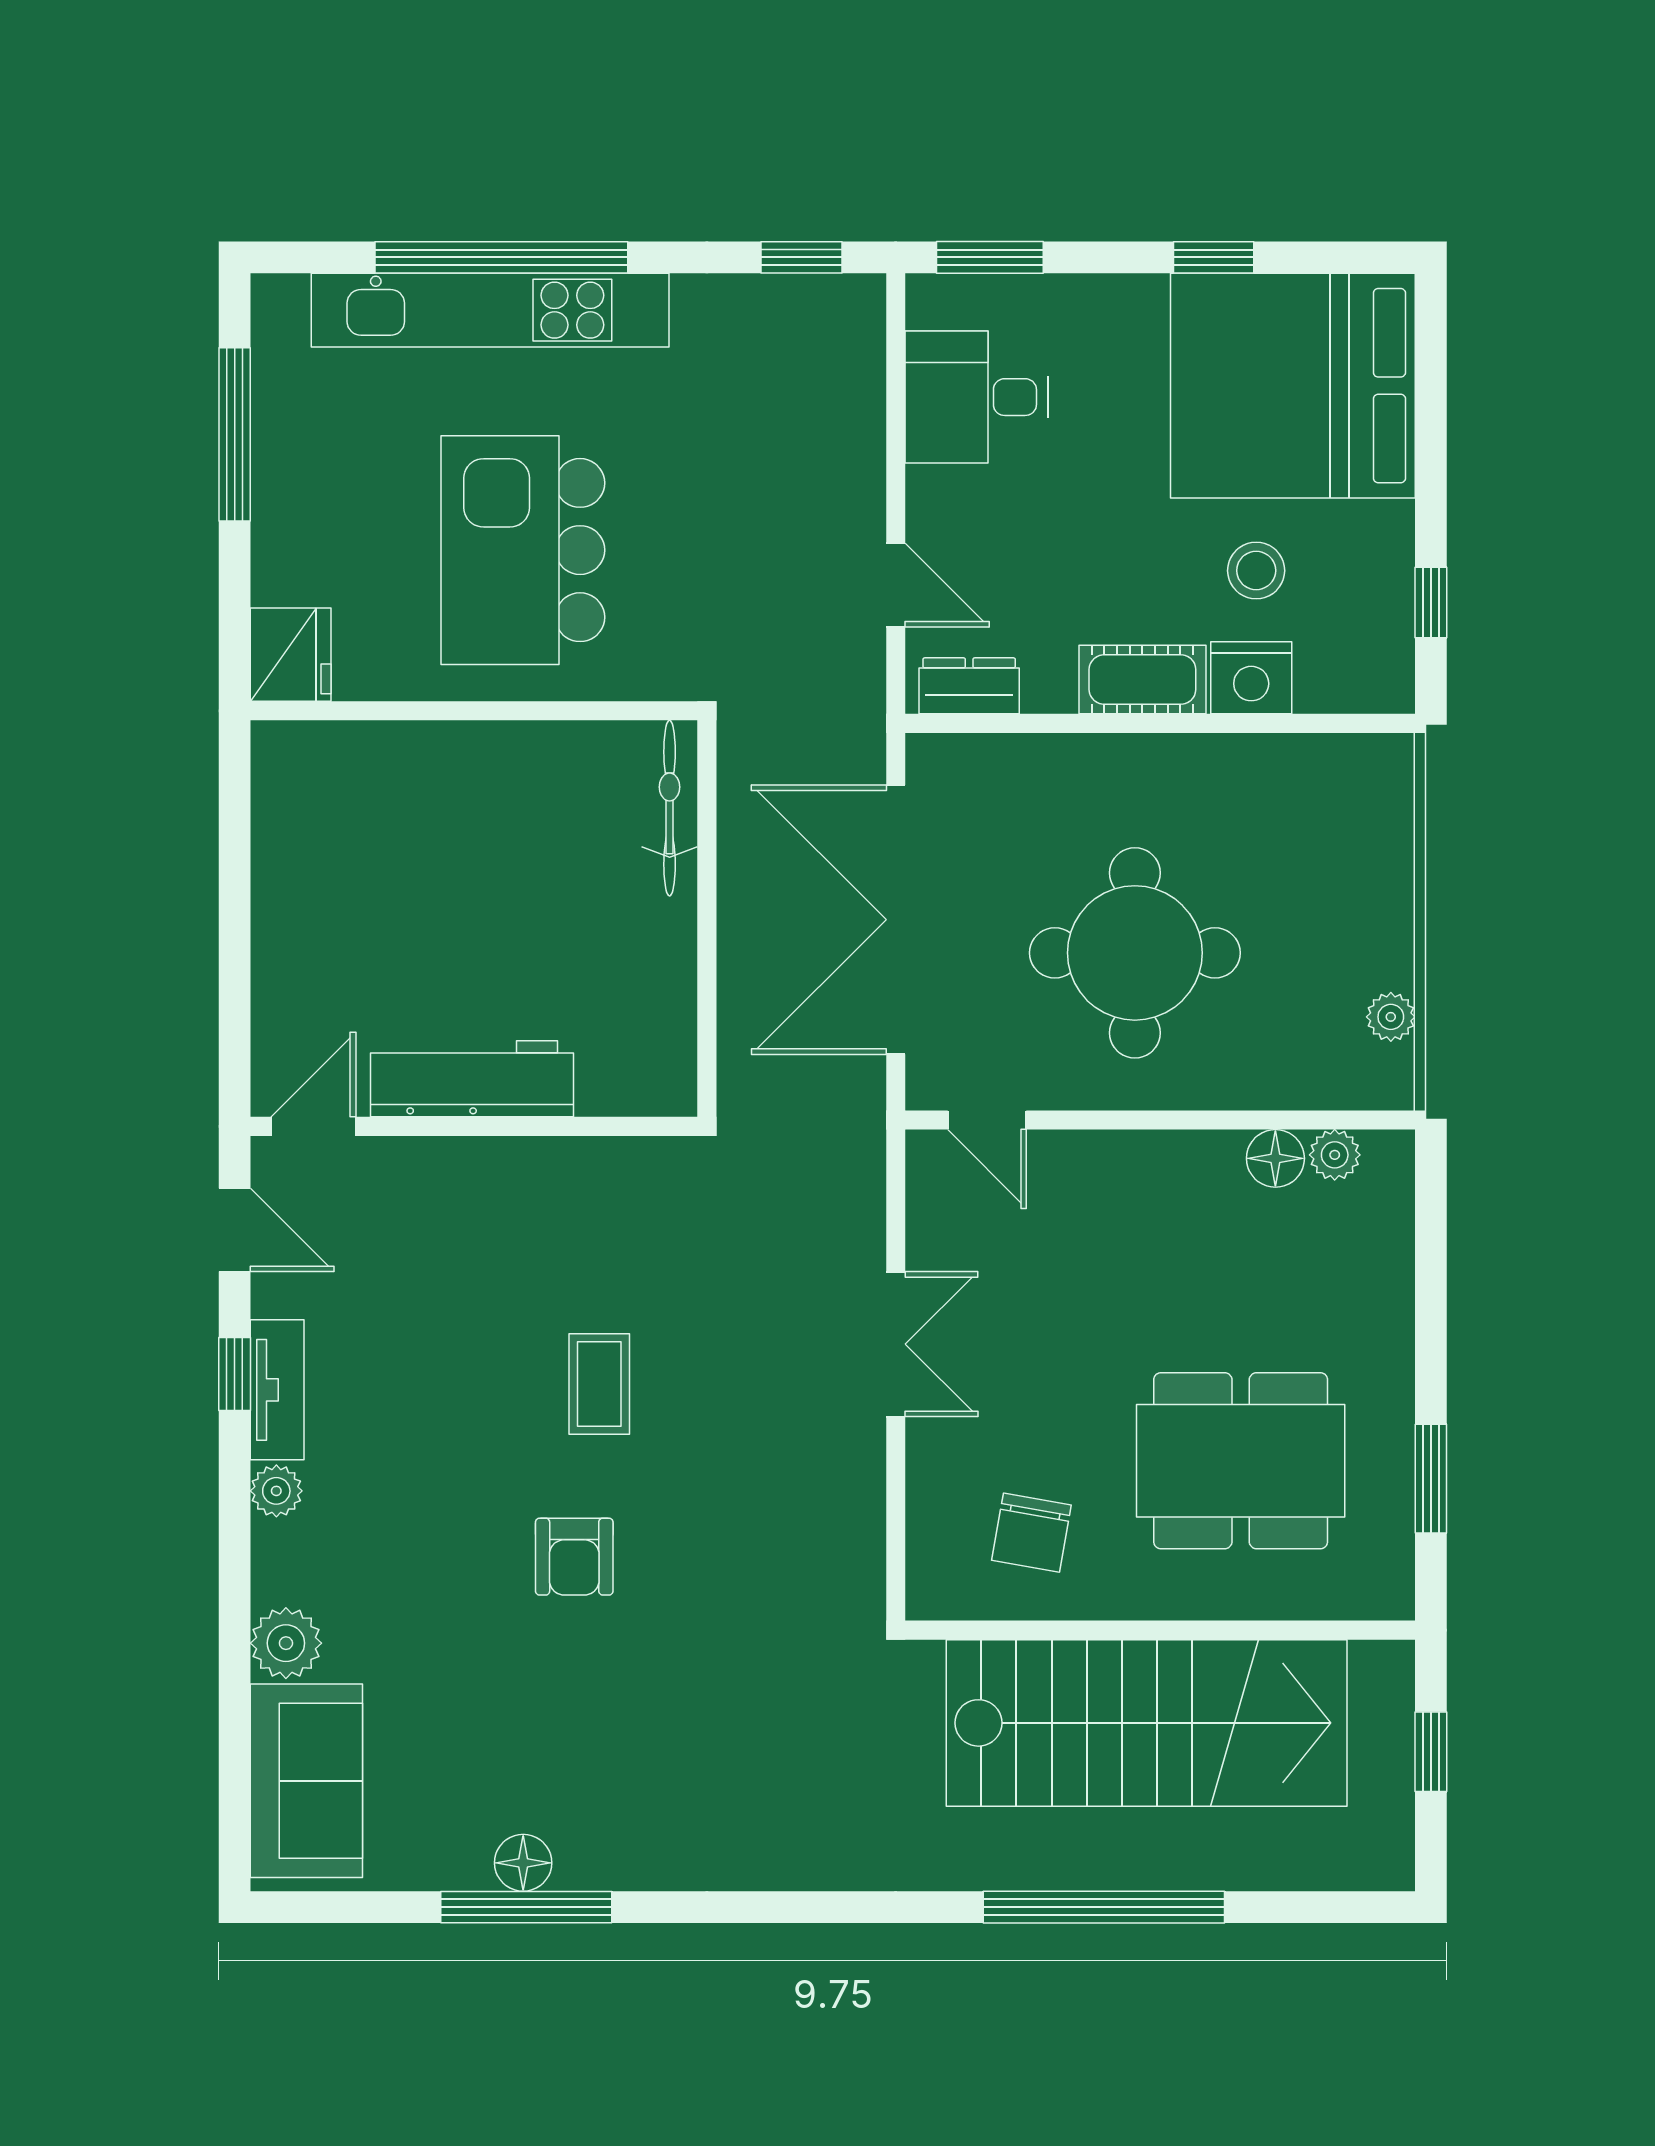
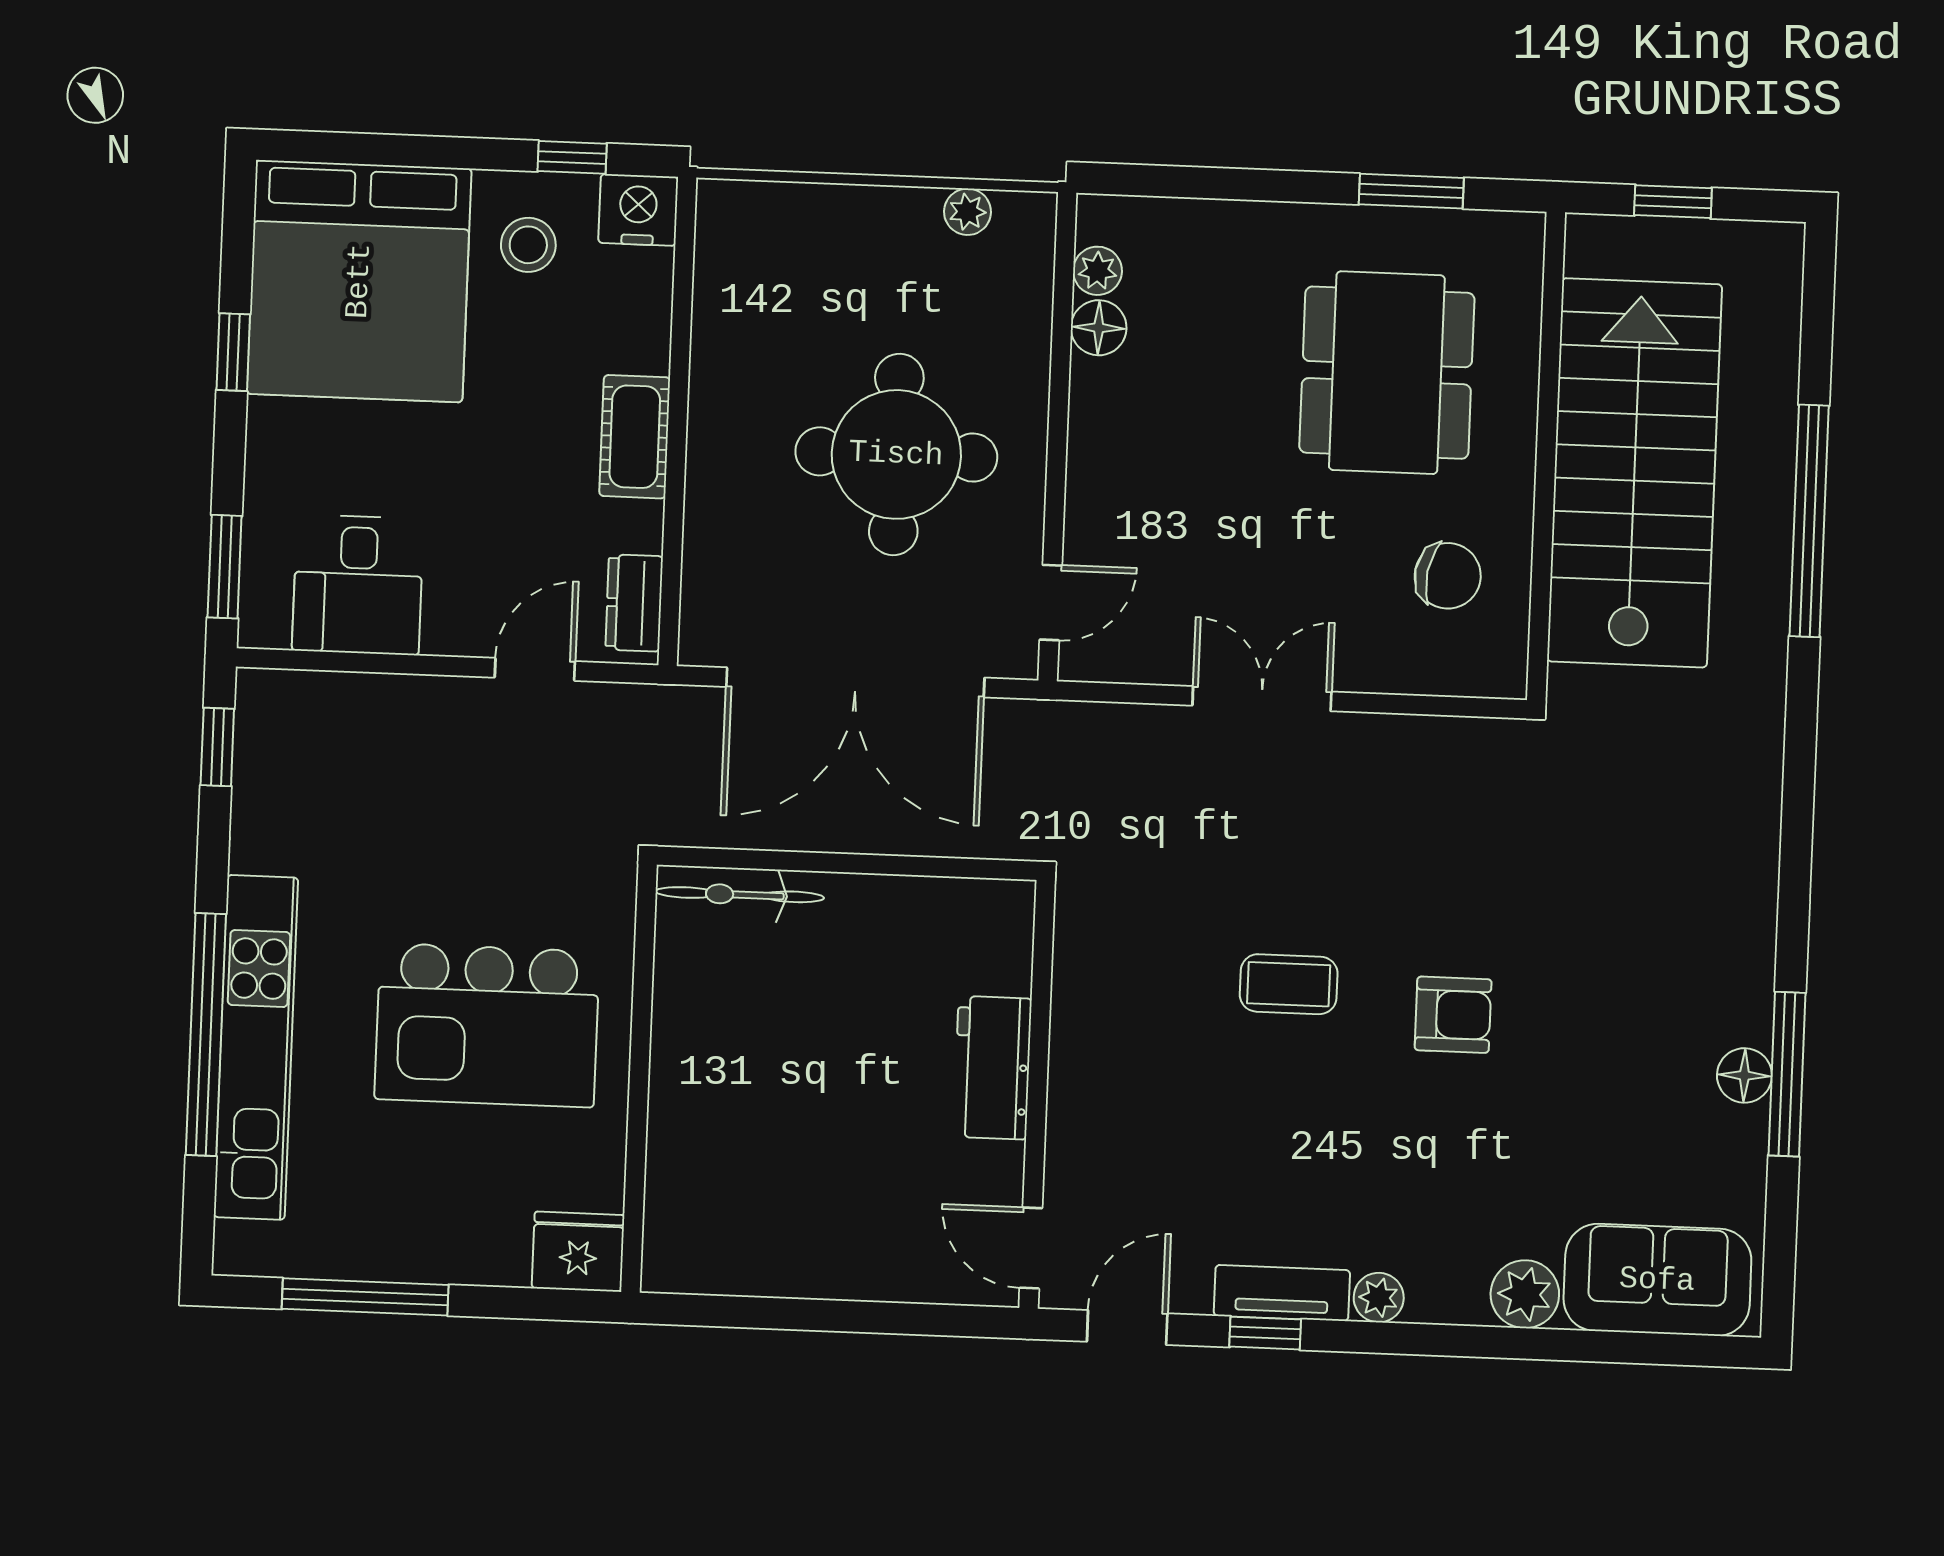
stool: (1256, 571) -> (528, 245), moved
nightstand: (1251, 678) -> (638, 210), moved, turned -90
workbench: (472, 1079) -> (993, 1068), width x0.73

